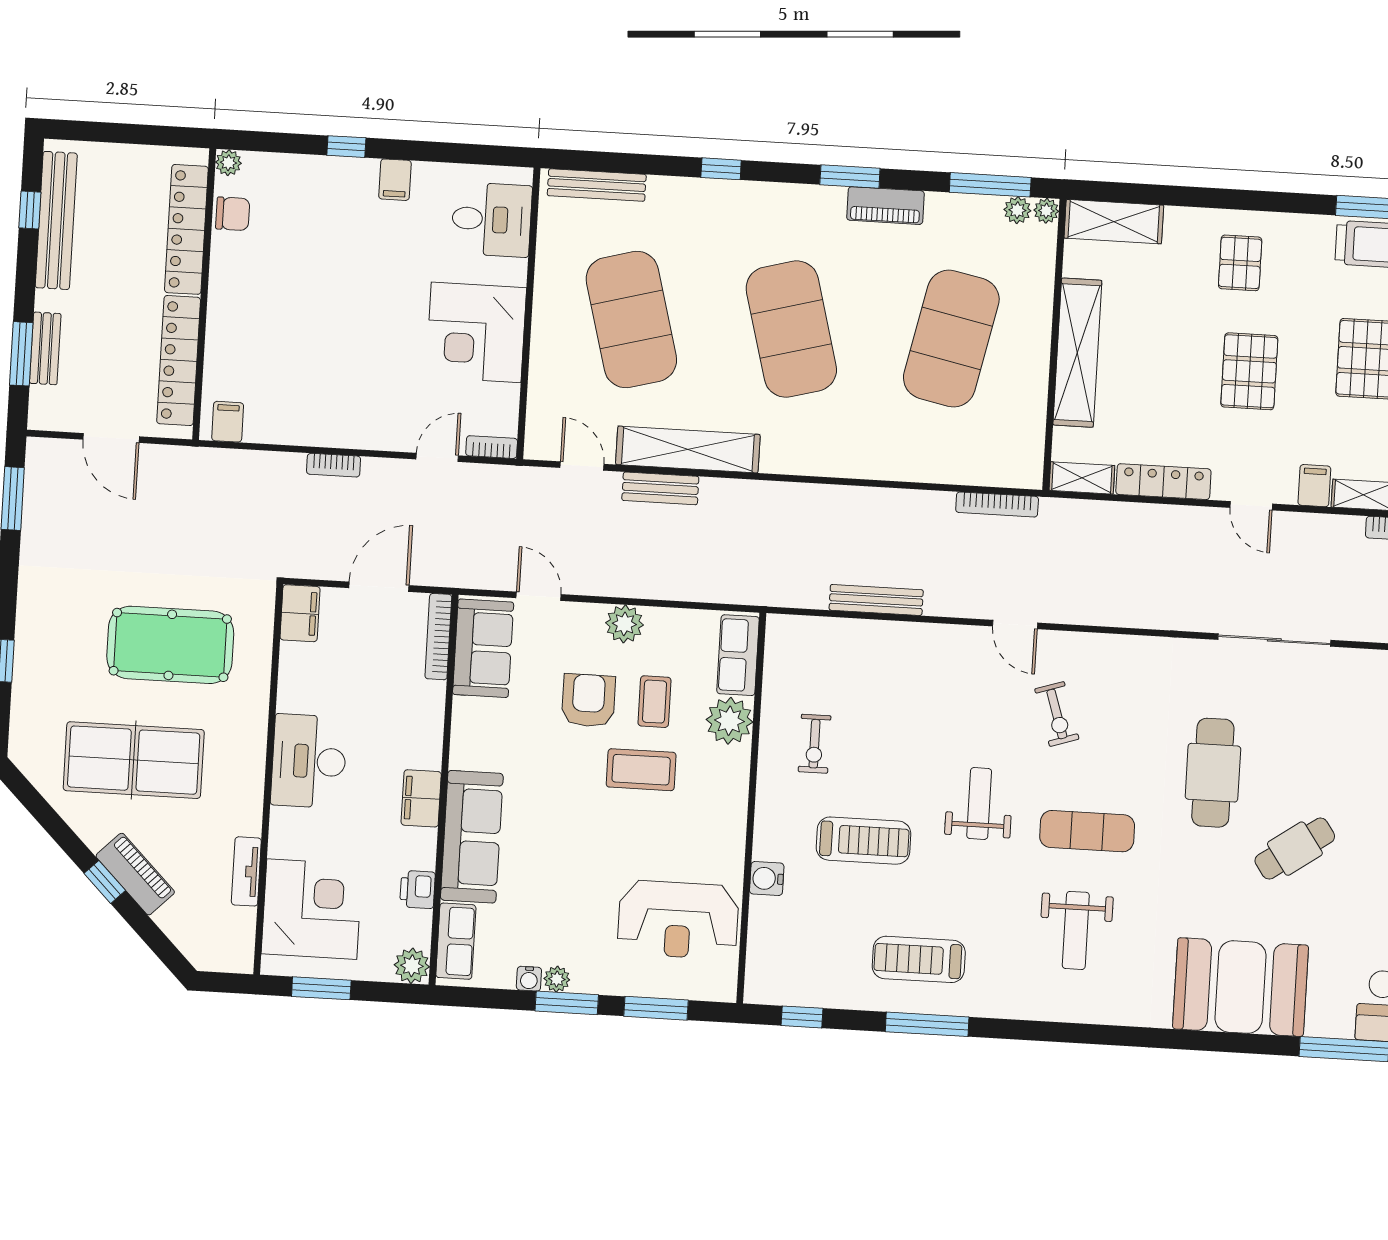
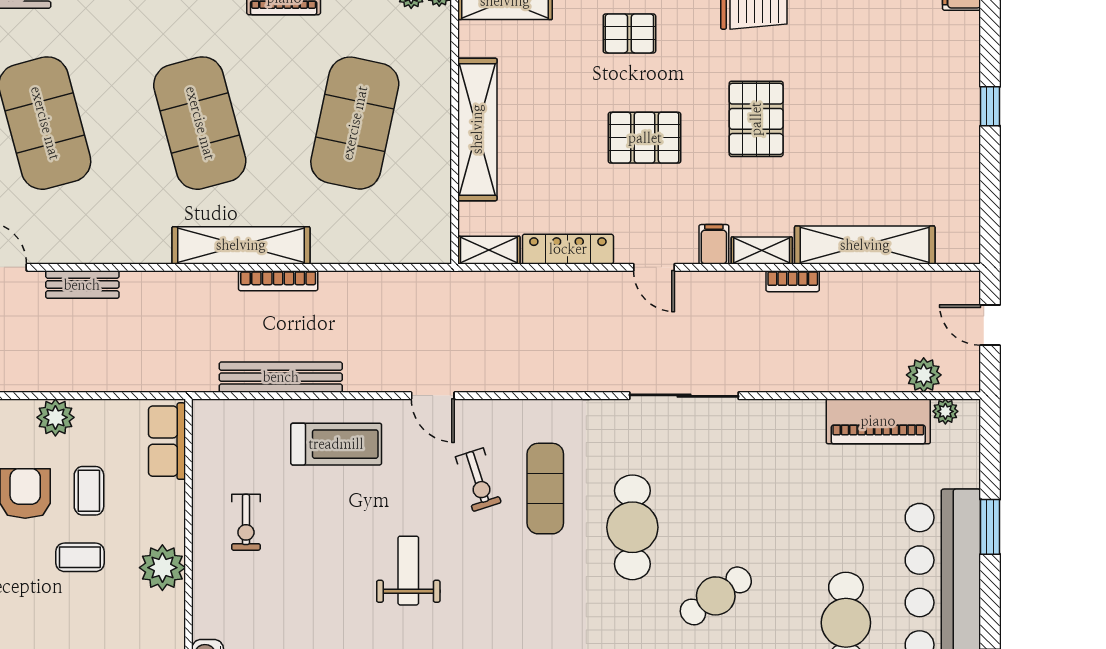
pallet: (1240, 263) -> (629, 33), turned 90
pallet: (1249, 371) -> (645, 138), turned 90
shelving: (688, 449) -> (241, 245), moved
bookcase: (997, 504) -> (278, 281), moved
bench: (876, 600) -> (281, 377), width x1.37, depth x1.21
plant: (729, 721) -> (162, 568), moved
coffee table: (641, 770) -> (80, 557), width x0.73, depth x0.77
exercise mat: (1087, 831) -> (545, 489), moved, turned 90
treadmill: (863, 841) -> (336, 444), moved

